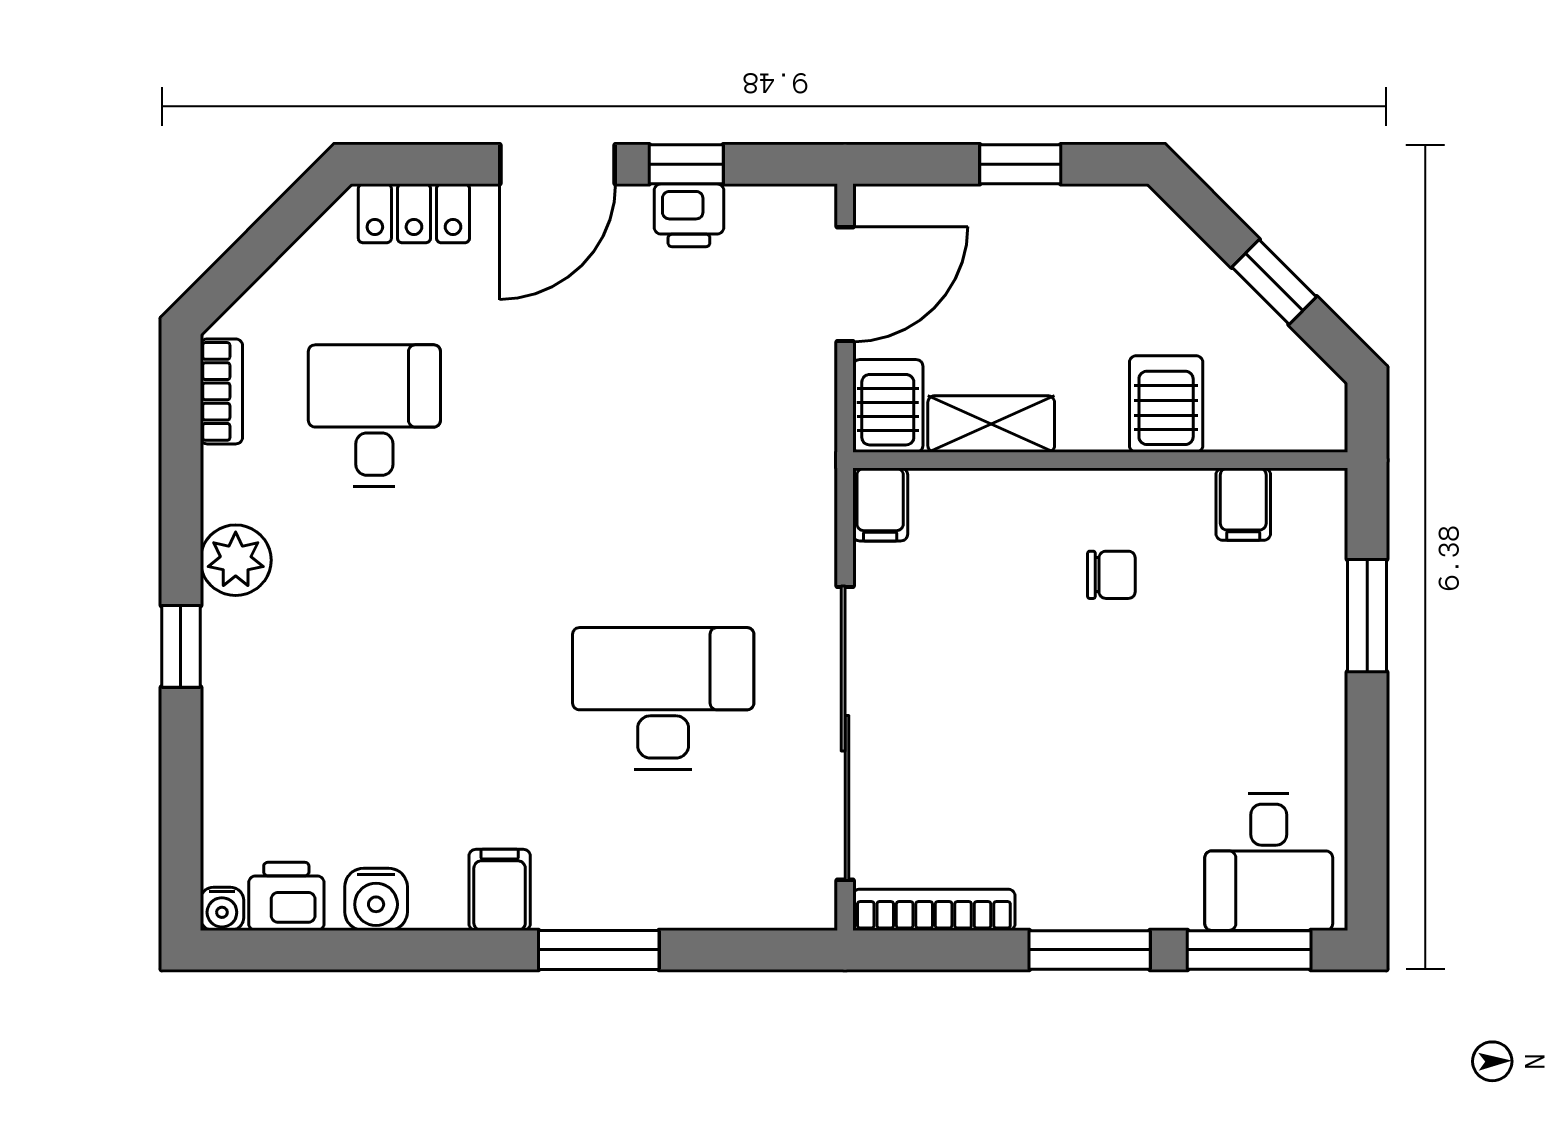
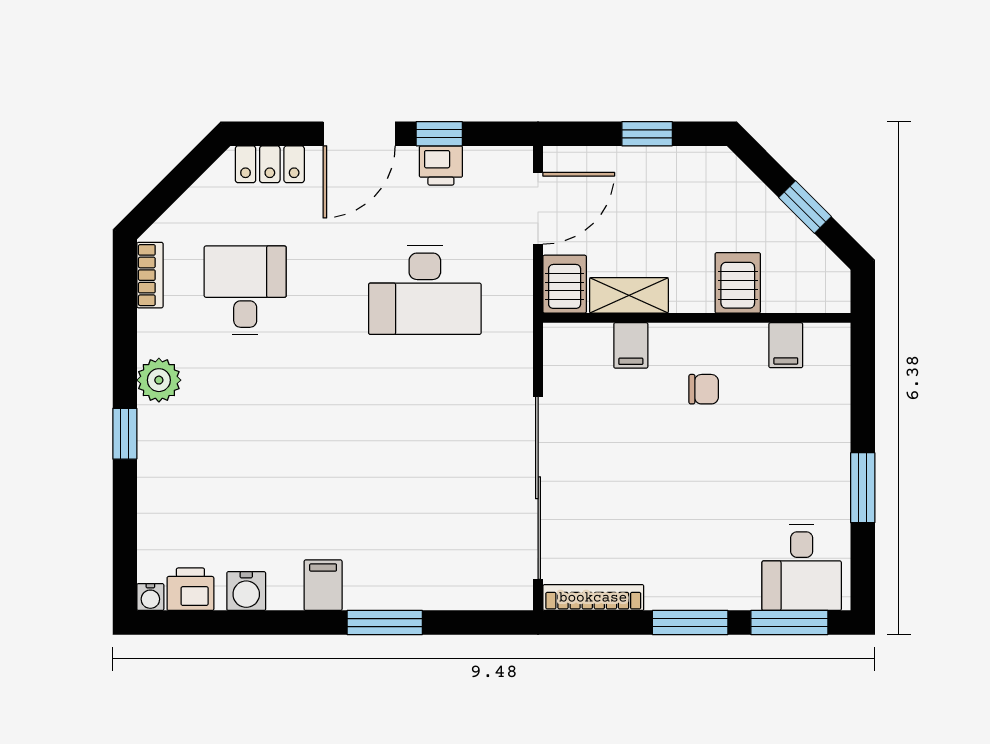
filing cabinet: (880, 504) -> (631, 345), moved
window: (1367, 616) -> (863, 488), moved
desk: (663, 699) -> (425, 290), moved, turned 180

